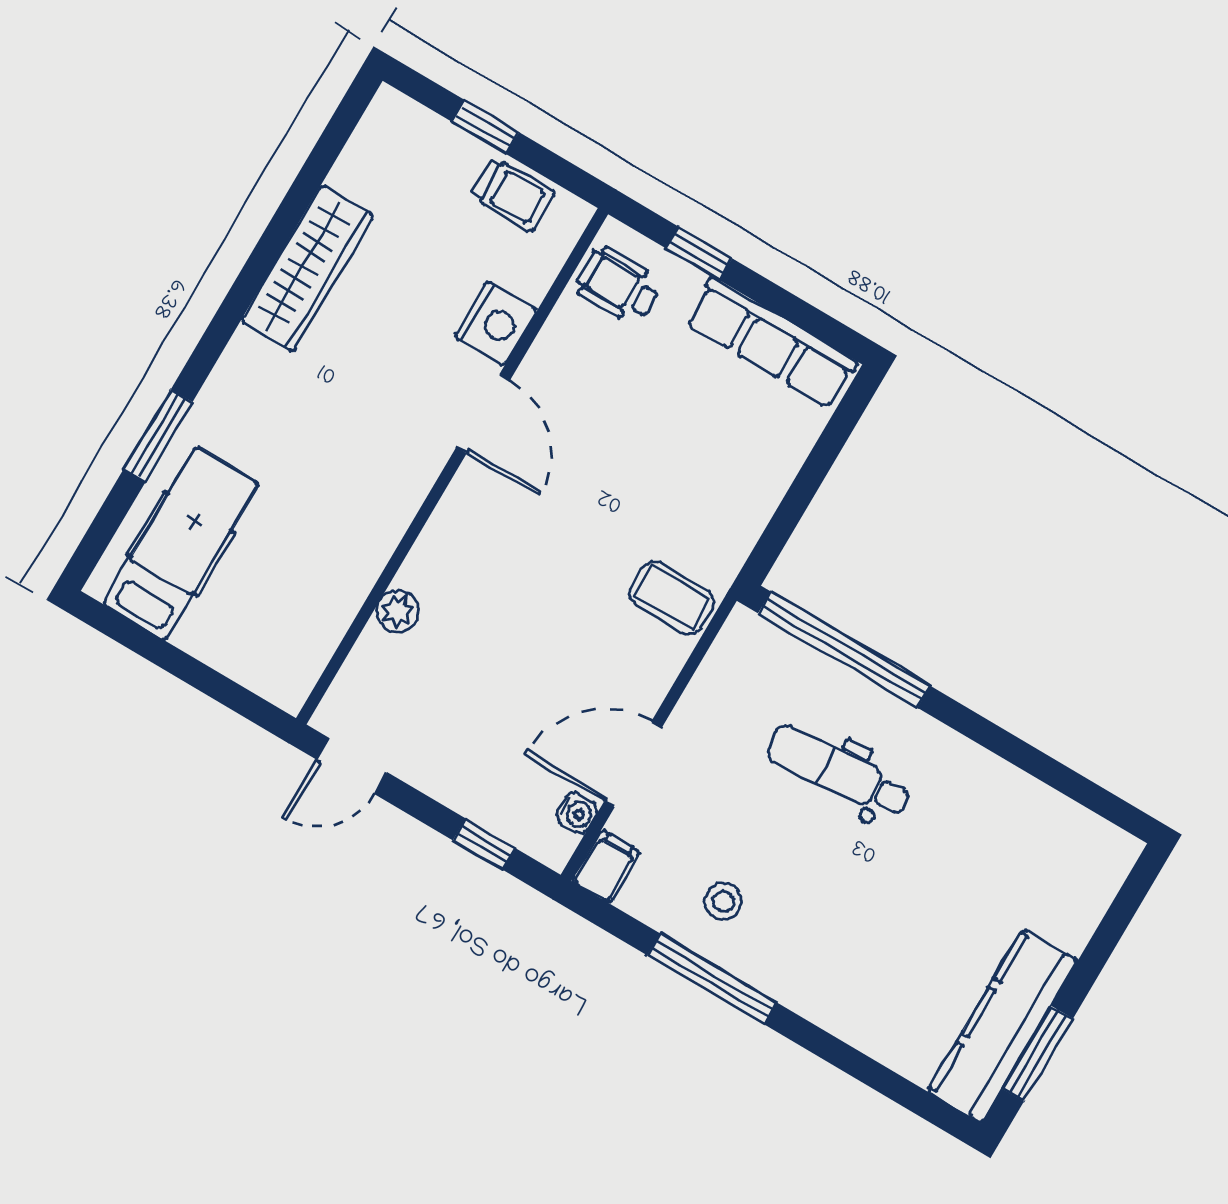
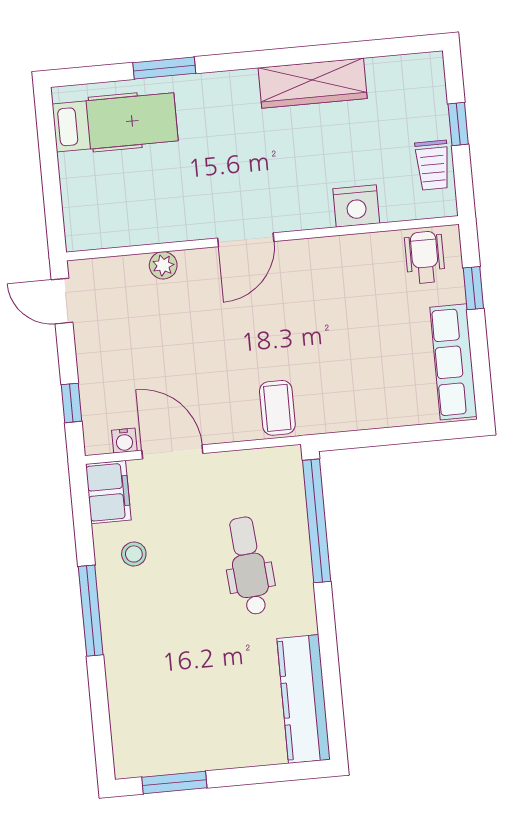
door: (483, 414) -> (246, 240), moved
filing cabinet: (606, 866) -> (108, 492), width x2.00
window: (712, 979) -> (91, 611), moved
kitchen counter: (1002, 1026) -> (304, 699), moved, turned -90

